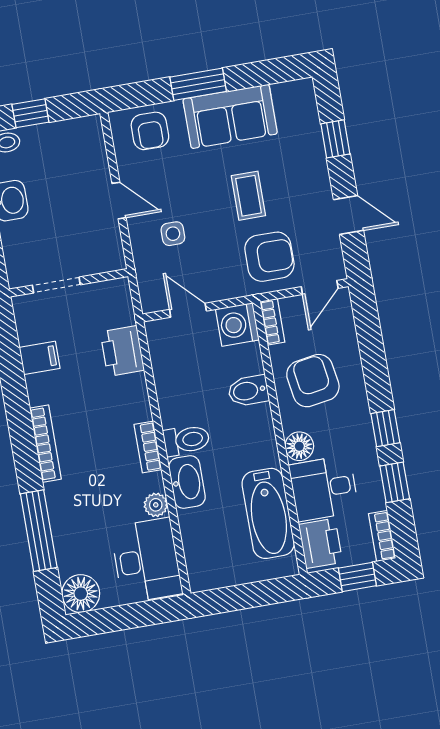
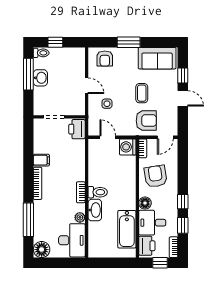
sofa: (230, 116) -> (157, 58), moved
door: (349, 215) -> (183, 98), moved
printer: (122, 351) -> (77, 129), moved
filing cabinet: (40, 358) -> (41, 160), moved
bidet: (248, 391) -> (127, 176), removed

